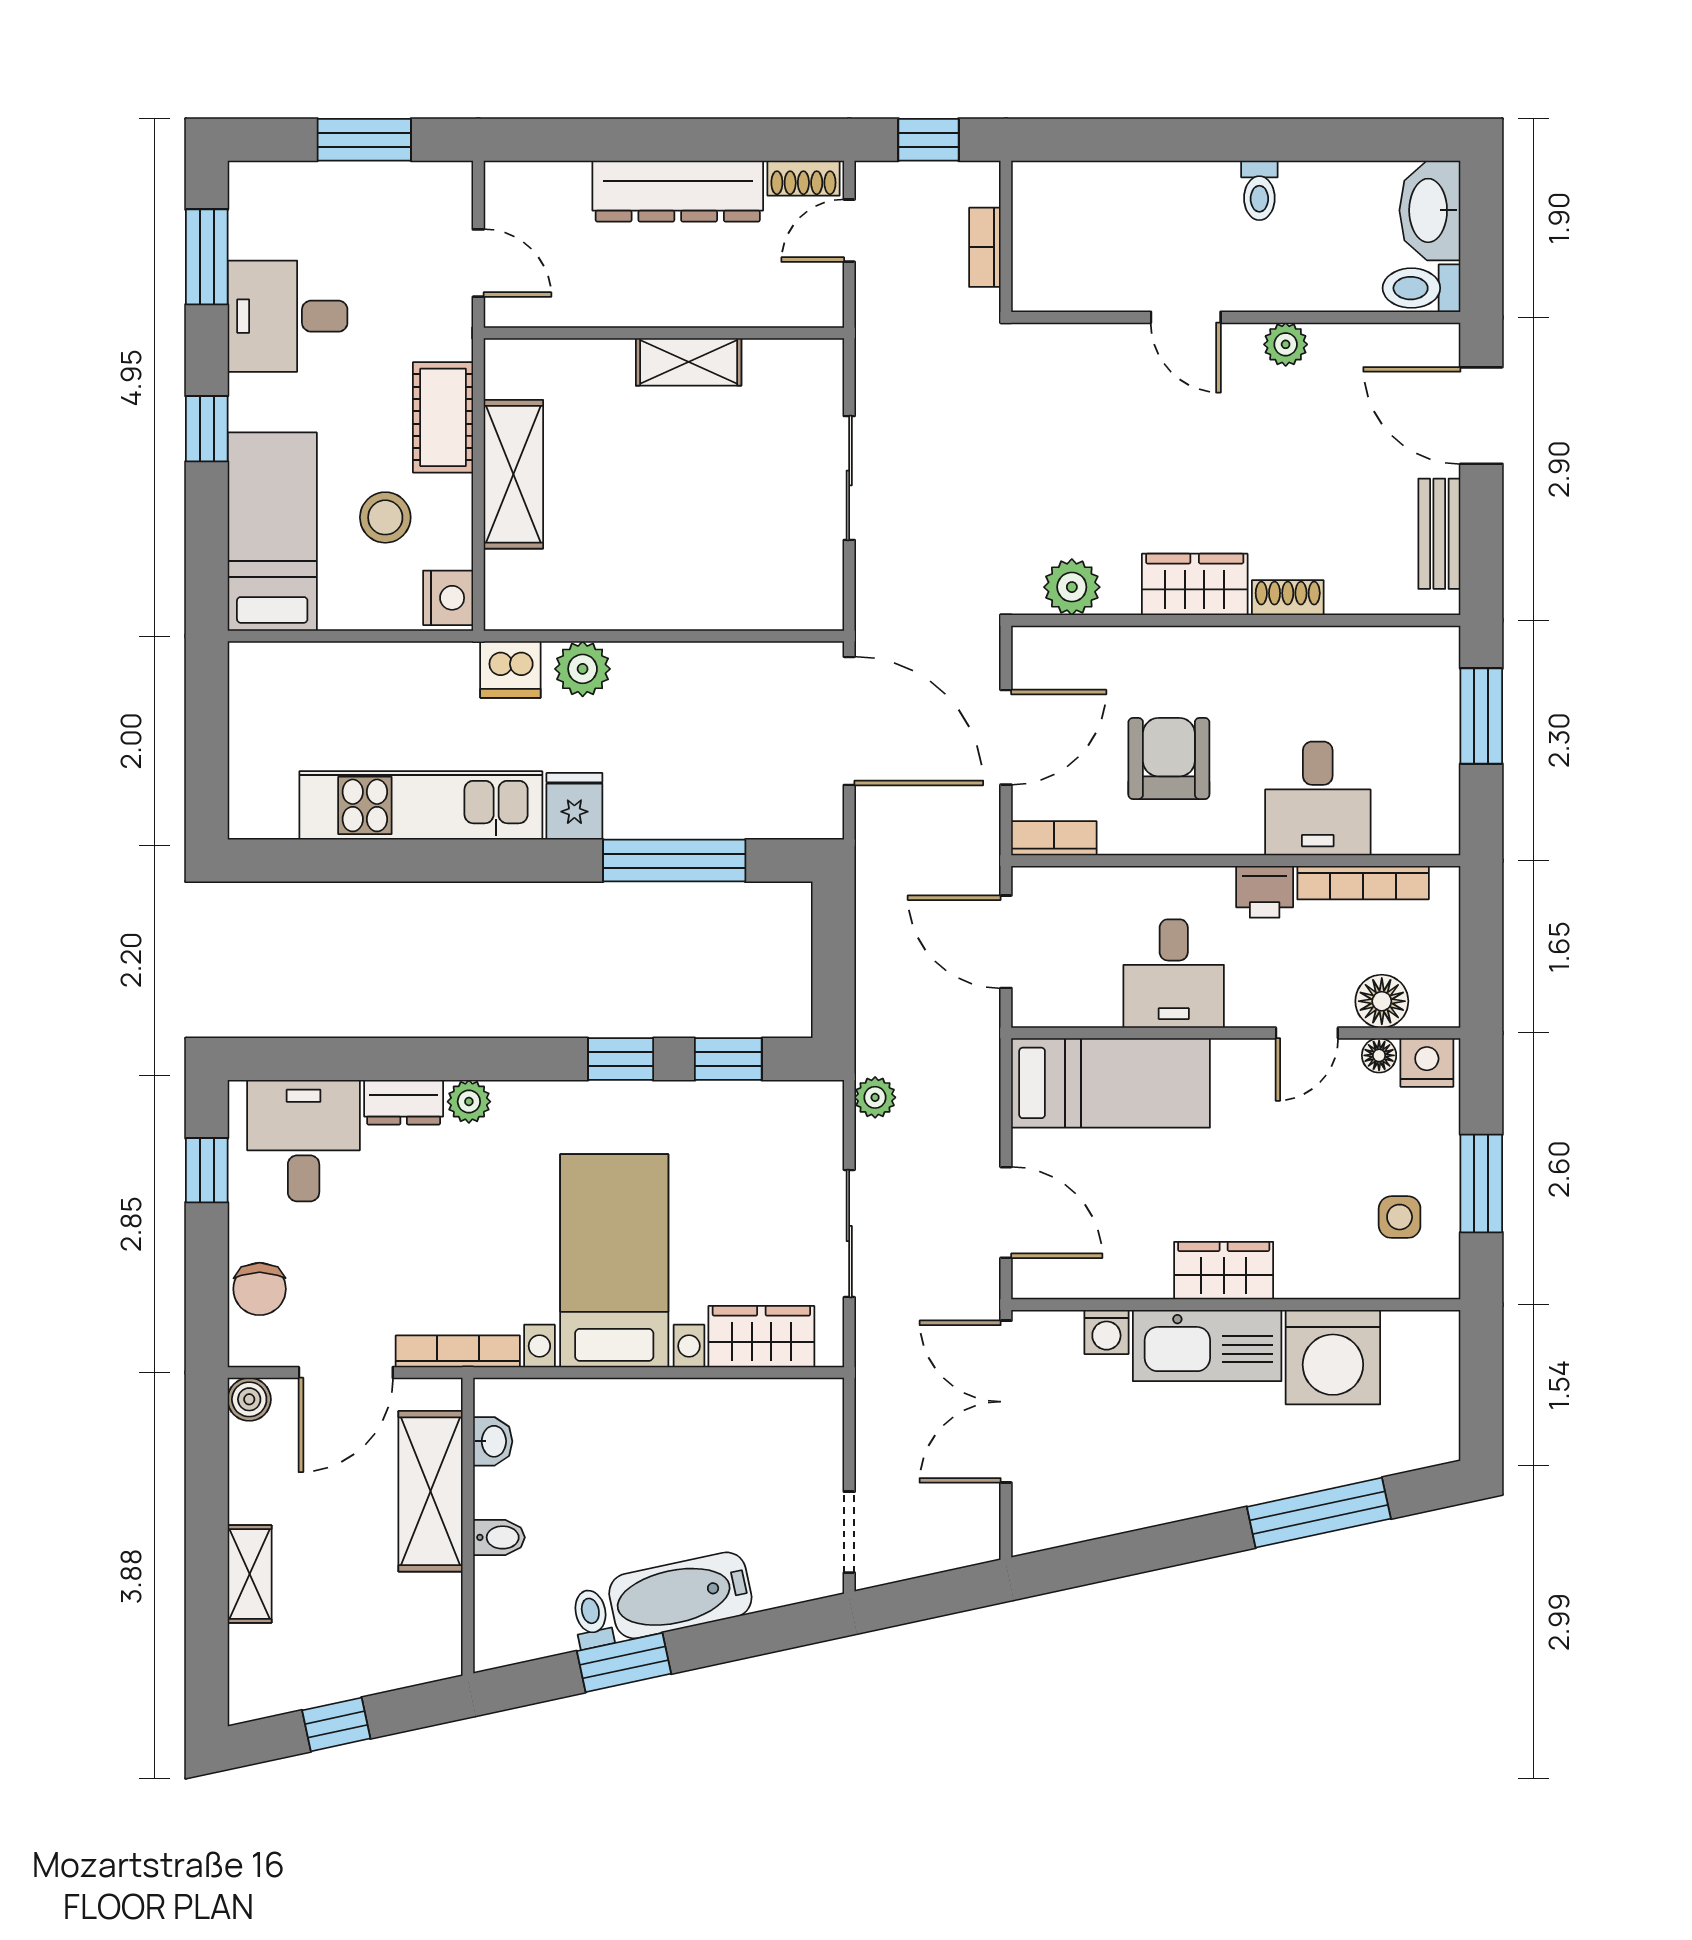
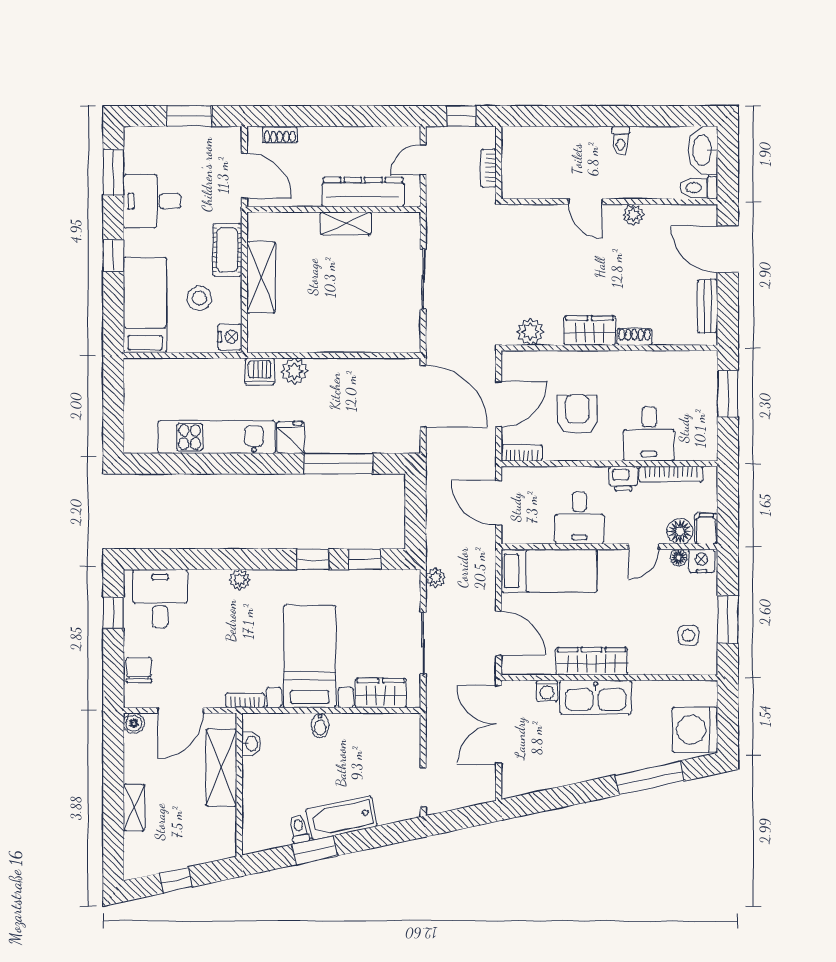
shoe rack: (803, 178) -> (280, 135), moved
dresser: (678, 191) -> (363, 192), moved, turned 180
door: (478, 263) -> (244, 176), width x1.38
filing cabinet: (1436, 996) -> (706, 529), added
dresser: (404, 1102) -> (208, 580), removed
wardrobe: (1224, 1271) -> (592, 661), width x1.50
chair: (260, 1289) -> (139, 670), turned 180
bookcase: (458, 1351) -> (245, 700), width x0.64
washing machine: (1333, 1357) -> (695, 730), moved, turned 90
bidet: (499, 1537) -> (320, 725), moved, turned 90

